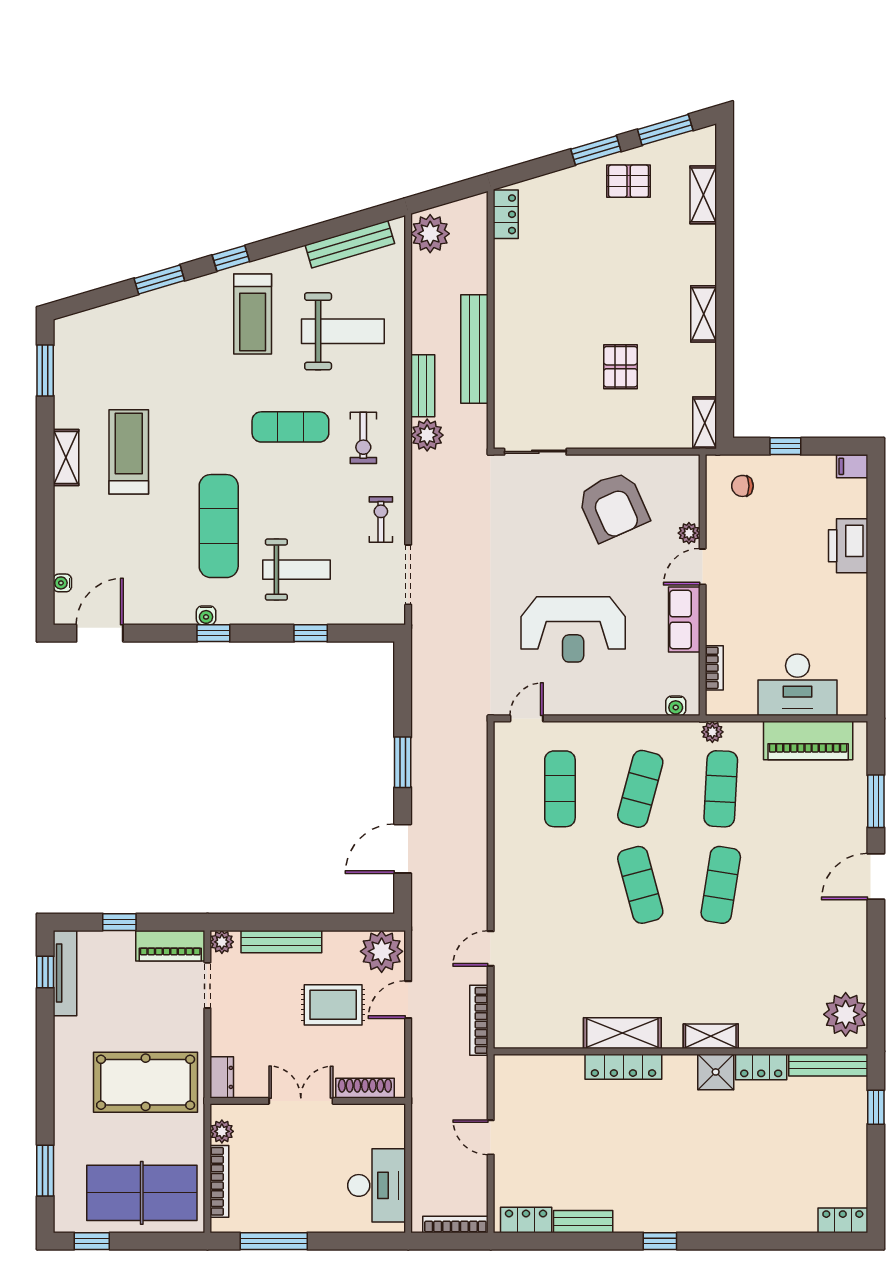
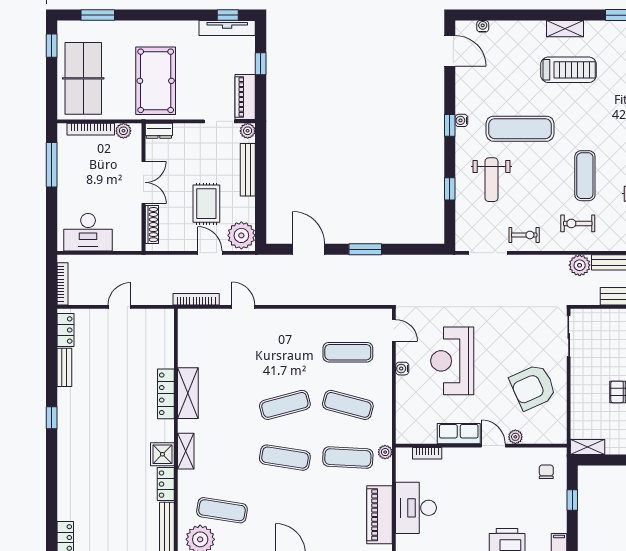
water cooler: (676, 706) -> (402, 369), moved
exercise mat: (801, 981) -> (222, 510), added

